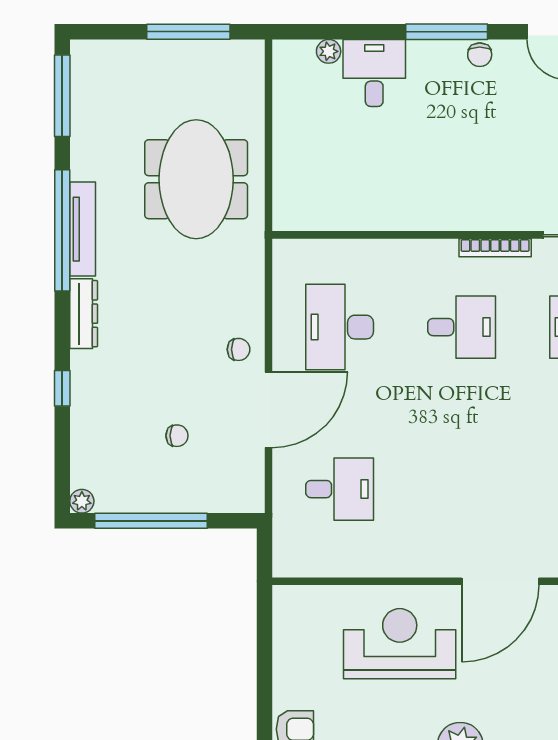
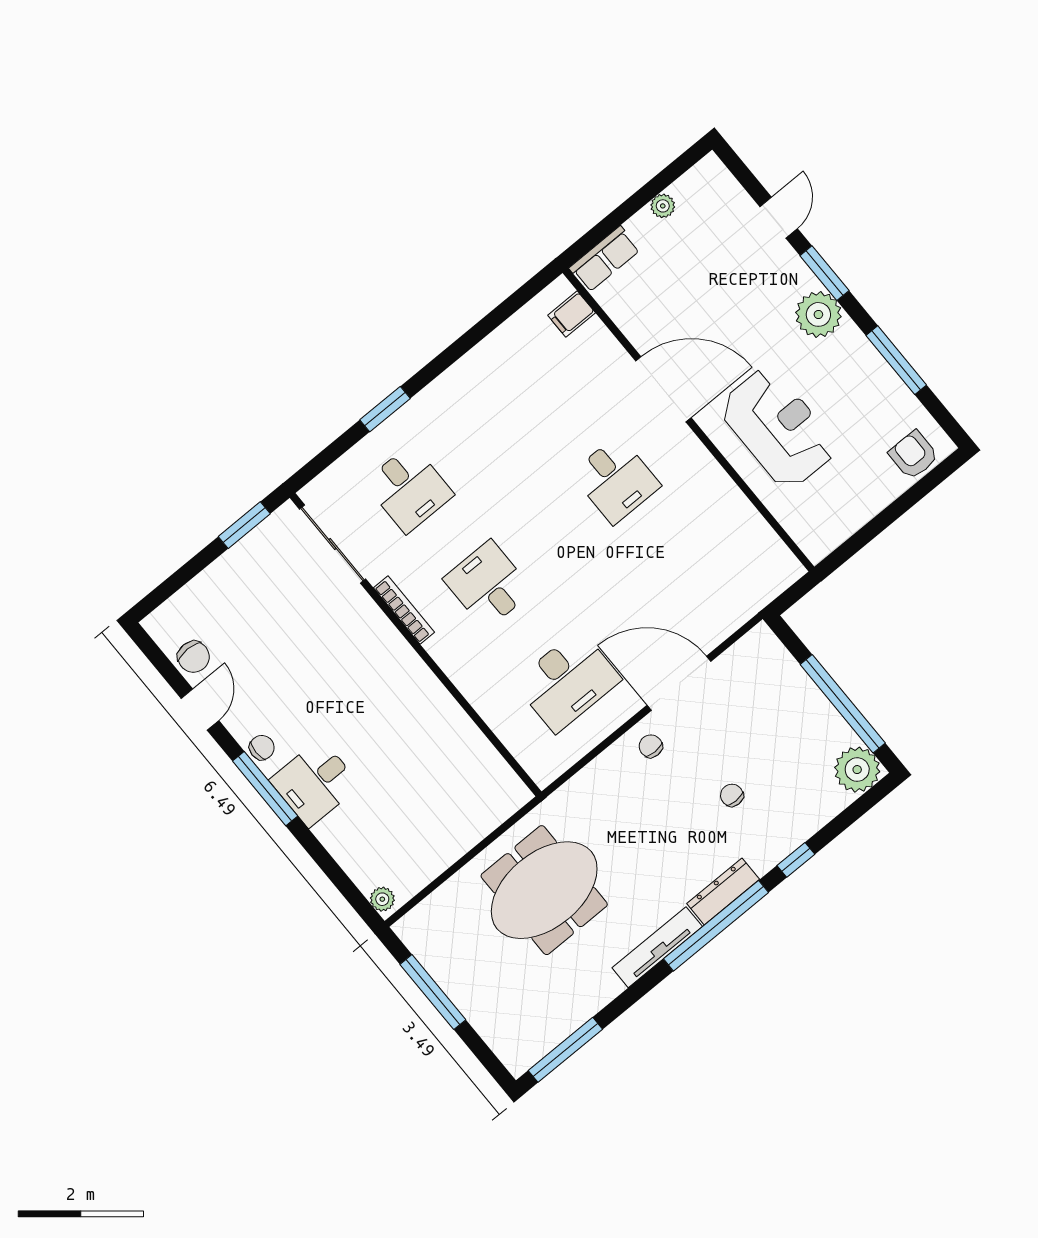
plant: (329, 51) -> (382, 899), moved
desk: (374, 73) -> (315, 783), moved
window: (62, 230) -> (716, 926), moved
chair: (177, 436) -> (732, 795), moved
desk: (340, 489) -> (616, 480), moved, turned 180
plant: (82, 501) -> (857, 770), width x1.88, depth x1.88
reception desk: (400, 644) -> (778, 428), turned 180

